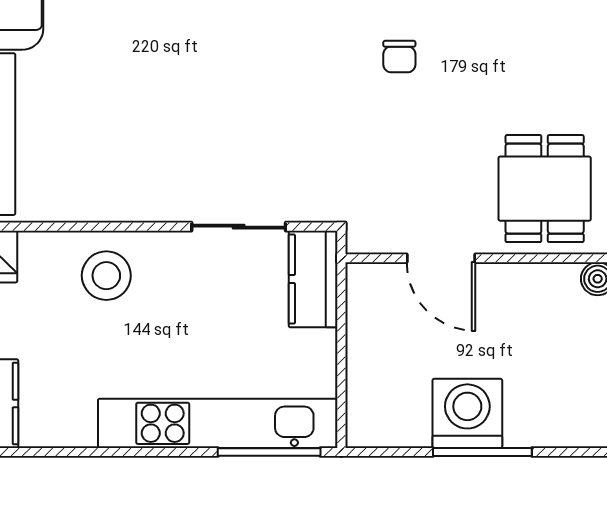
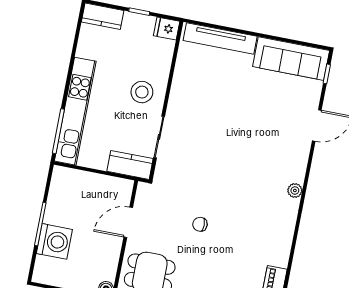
chair: (399, 57) -> (200, 224), moved
stool: (106, 276) -> (142, 92), moved
washing machine: (467, 413) -> (54, 241), moved

